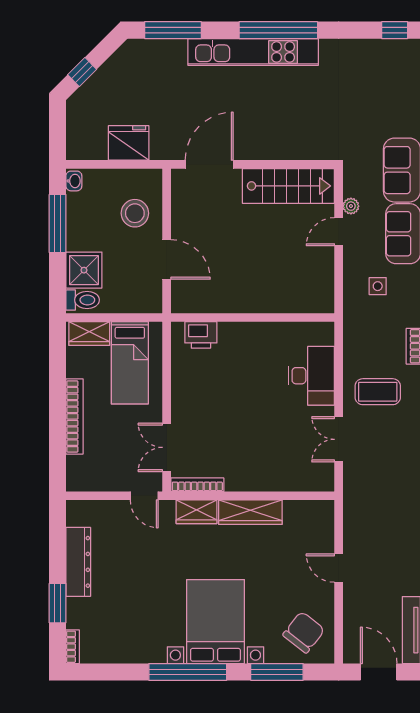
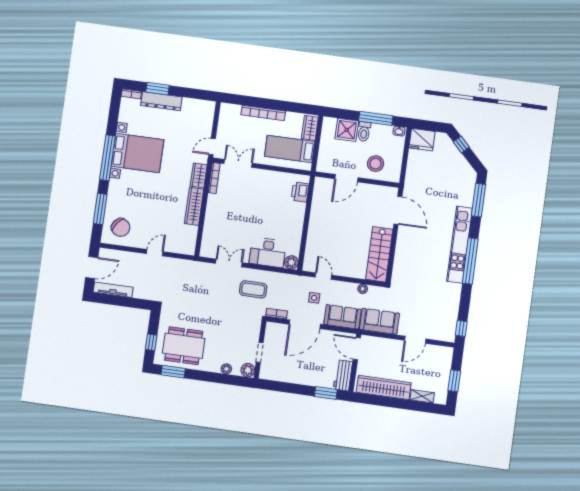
fridge: (129, 143) -> (422, 140), moved, turned 90
door: (339, 232) -> (323, 276), moved
toilet: (83, 300) -> (364, 131), moved
plant: (323, 333) -> (291, 262), added
coffee table: (378, 392) -> (253, 289), turned 90
dresser: (78, 562) -> (161, 101), moved
bed with nightstands: (215, 622) -> (138, 153), moved

